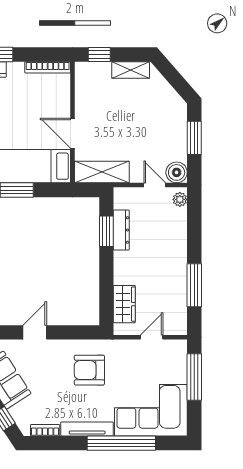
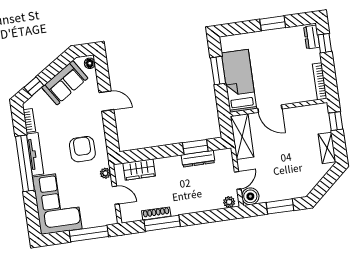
door: (72, 133) -> (270, 109), swing flipped
shoe rack: (181, 291) -> (156, 213), added
plant: (123, 346) -> (105, 173), added
window: (121, 443) -> (25, 163), moved

